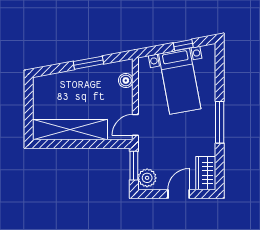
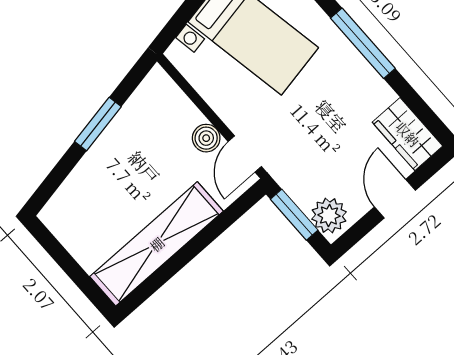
boiler: (126, 80) -> (206, 138), moved

